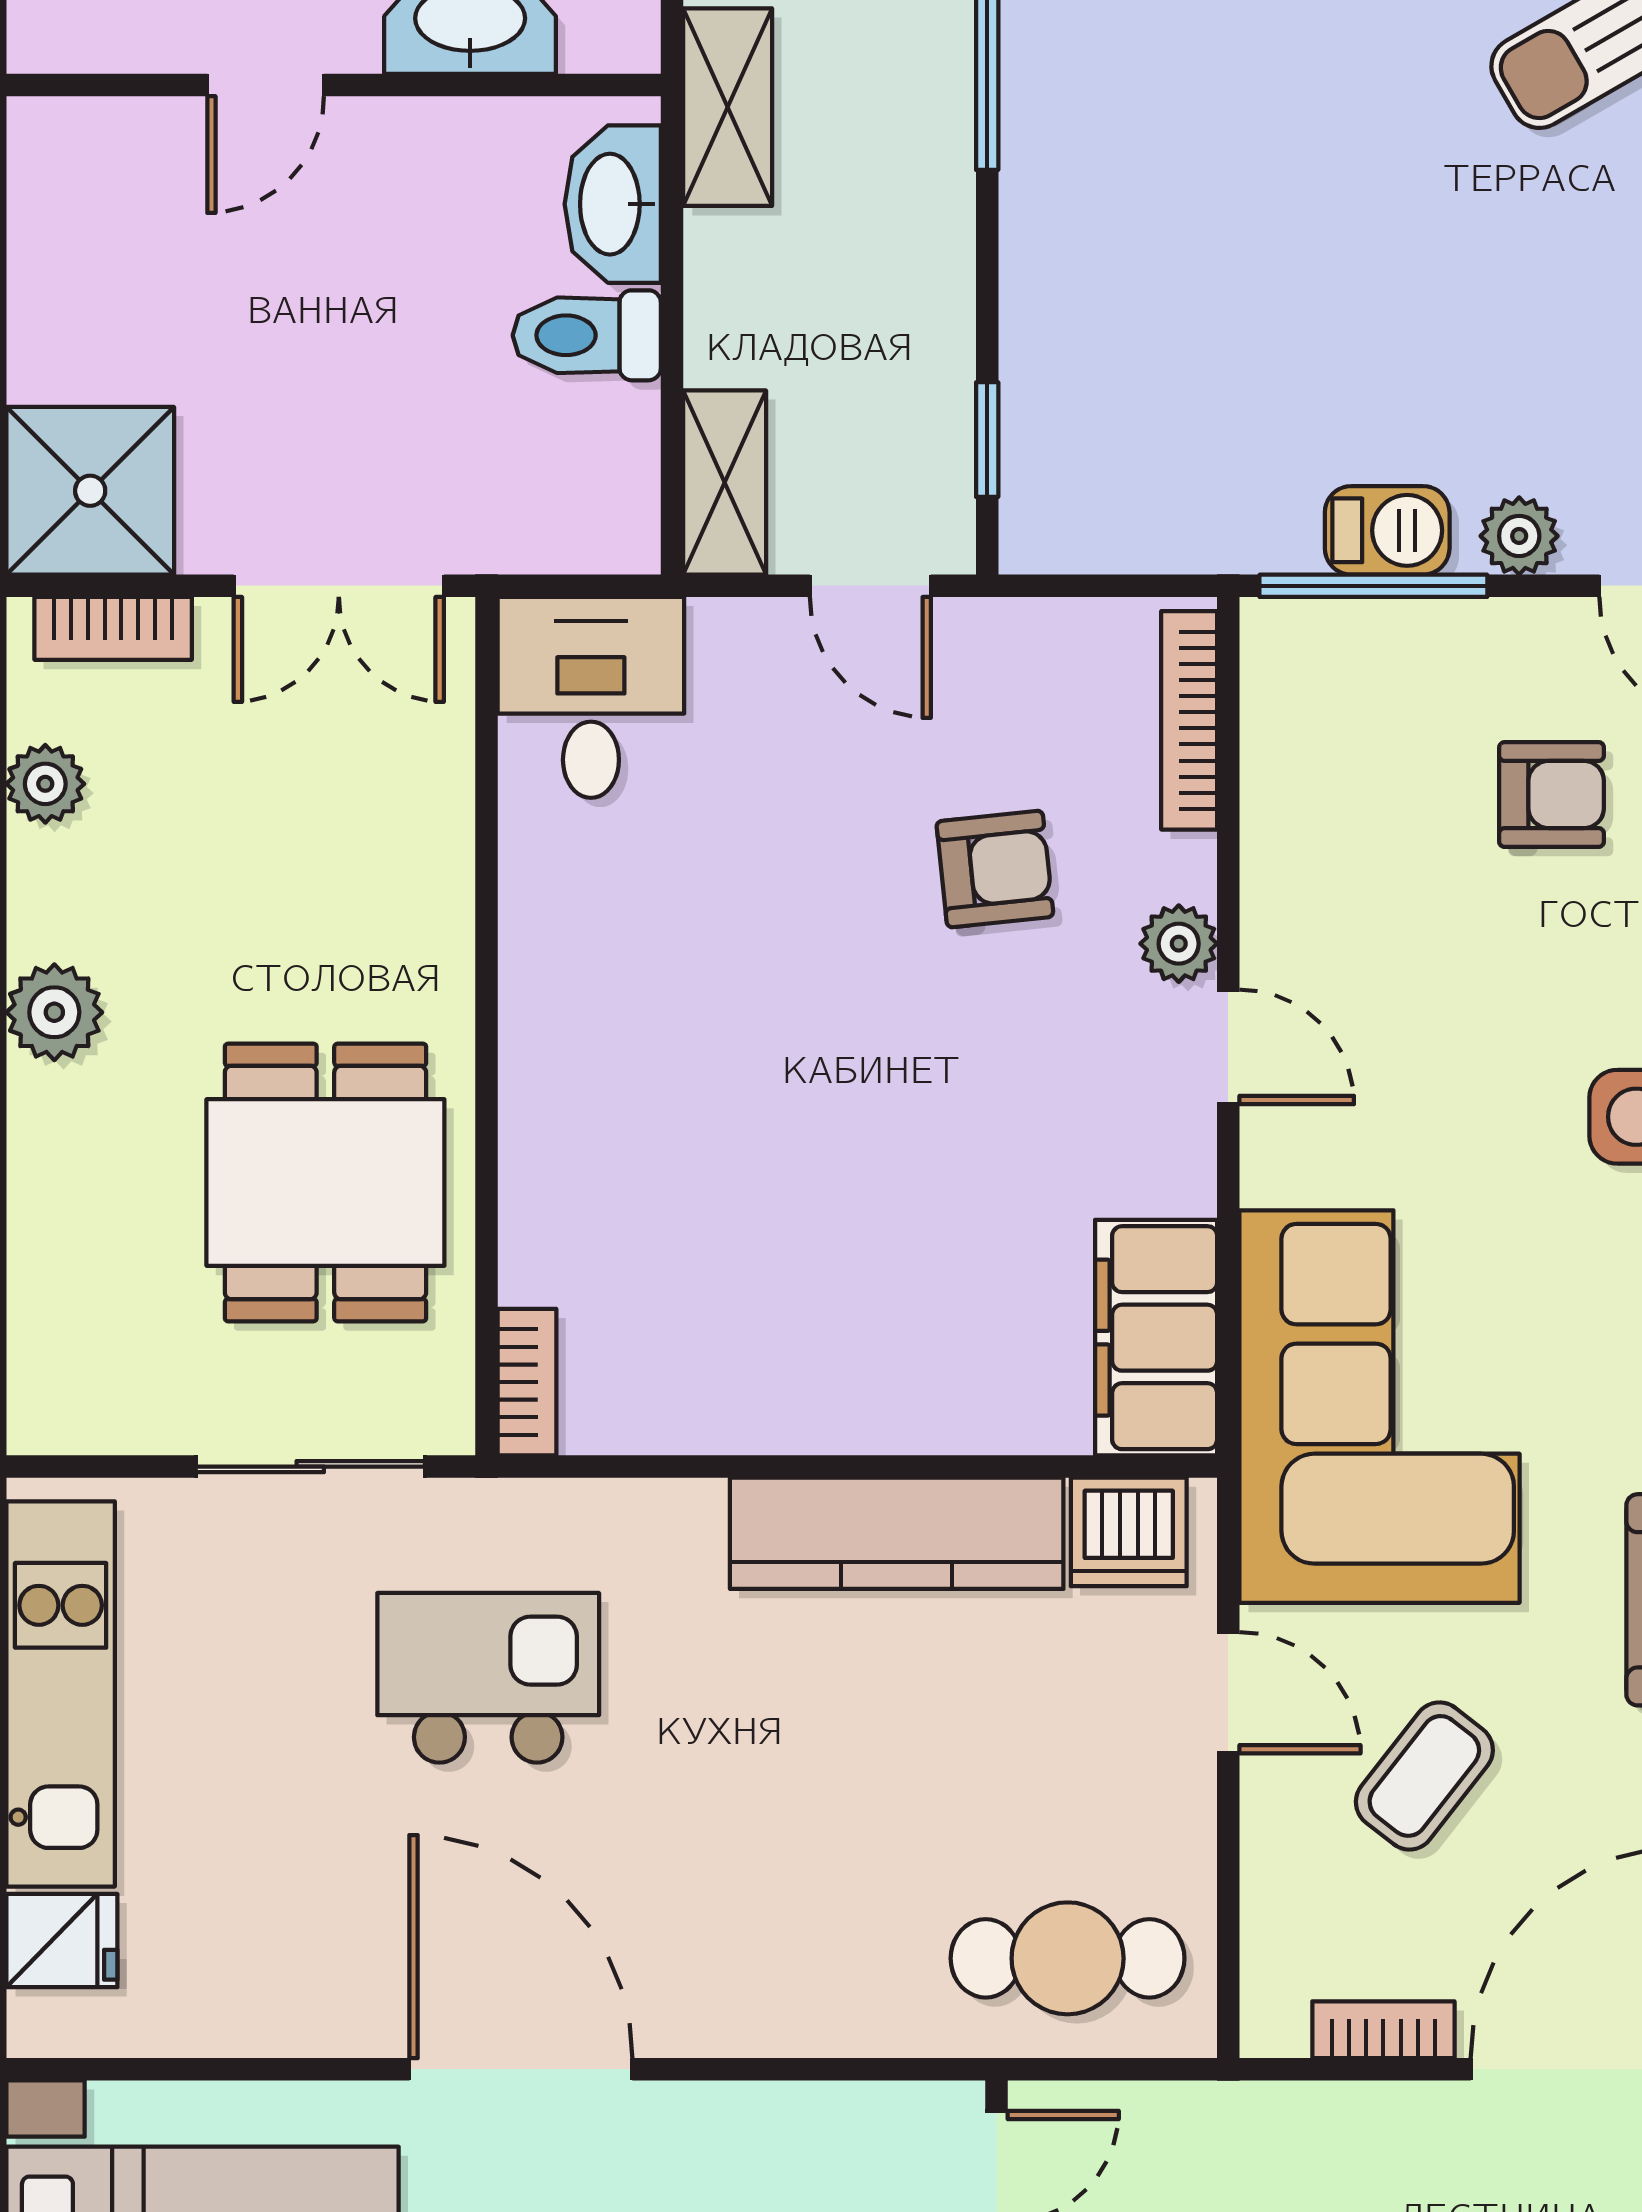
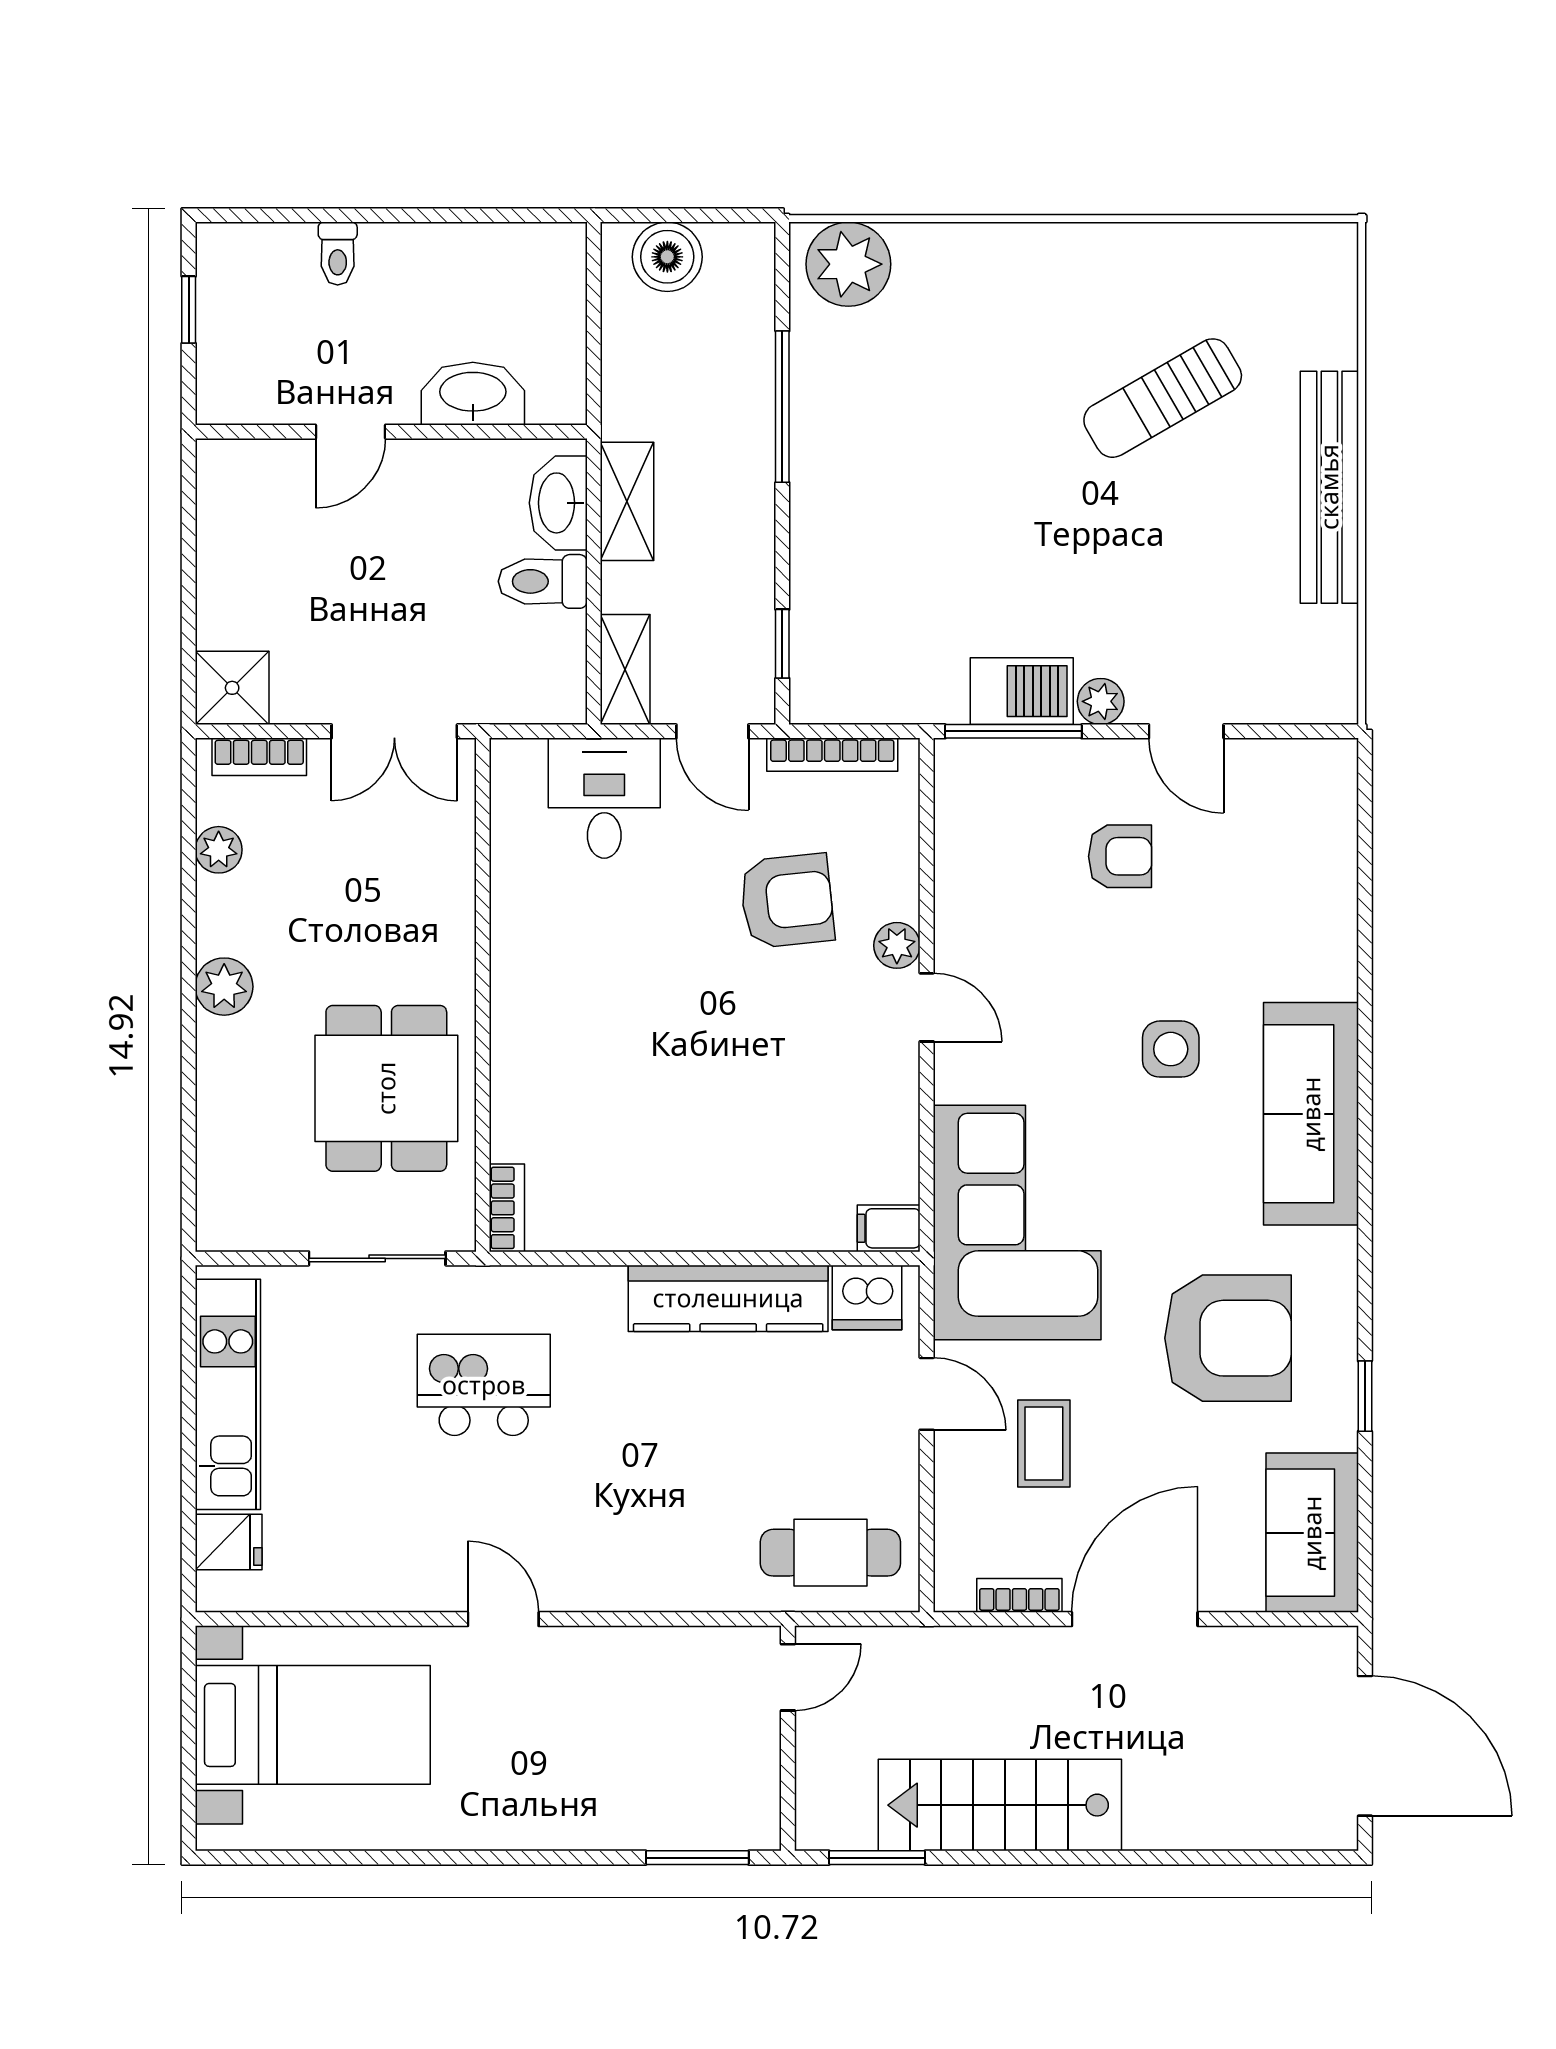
shelving: (728, 107) -> (627, 501), moved
shower: (90, 491) -> (232, 688), width x0.73, depth x0.73
barbecue: (1387, 530) -> (1022, 691), width x1.38, depth x1.27
desk: (591, 697) -> (604, 798), moved
bookcase: (1189, 720) -> (832, 755), moved, turned -90
armchair: (995, 869) -> (787, 901), width x1.38, depth x1.38
filing cabinet: (1156, 1338) -> (889, 1228), width x0.33, depth x0.86
coffee table: (1424, 1776) -> (1044, 1444), turned -38
door: (521, 2069) -> (503, 1619), width x0.53

